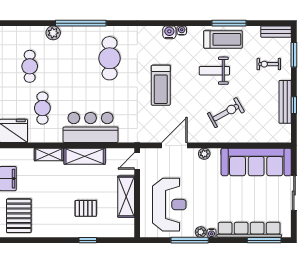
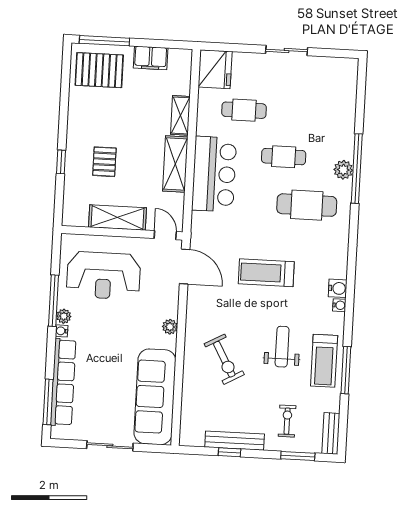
plant: (53, 33) -> (343, 170), moved
cafe table: (30, 66) -> (284, 157), moved
door: (174, 145) -> (185, 267), moved

